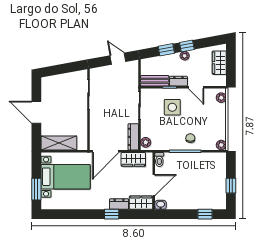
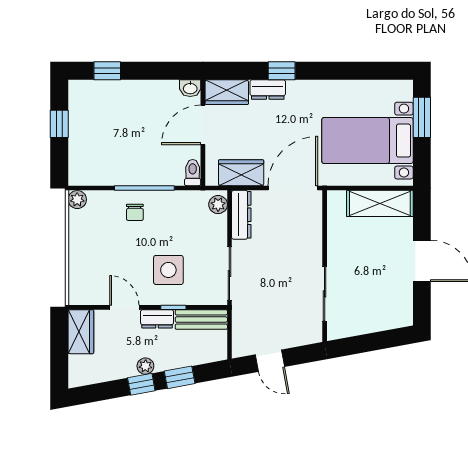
wardrobe: (219, 63) -> (81, 332), moved
plant: (221, 98) -> (77, 288), removed

